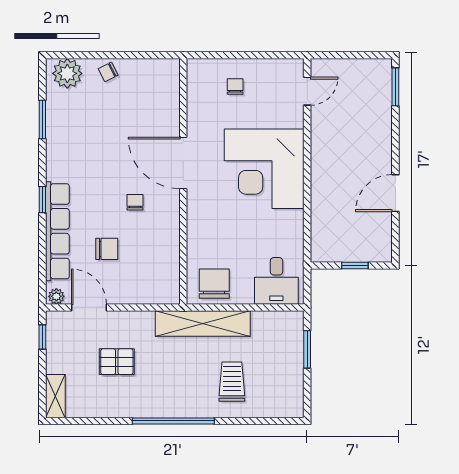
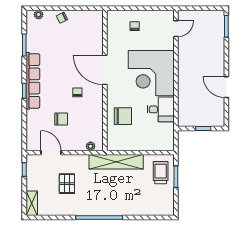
plant: (67, 73) -> (39, 15), width x0.53, depth x0.53
door: (395, 193) -> (226, 87), hinge flipped
row of seats: (57, 231) -> (33, 81), moved
desk: (276, 281) -> (161, 109), moved, turned -90
chair: (214, 284) -> (123, 116), moved, turned 90
plant: (56, 296) -> (91, 146), moved
pallet: (117, 362) -> (67, 184), turned 90
trolley: (232, 382) -> (161, 173), moved

